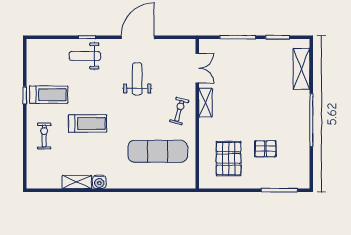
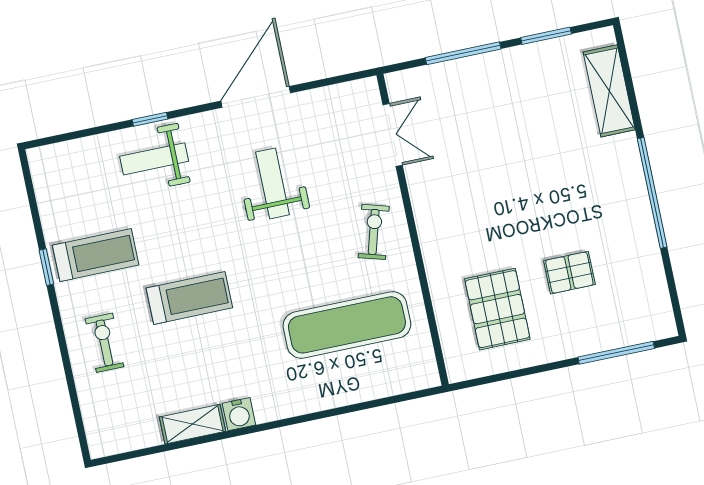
shelving: (205, 103) -> (425, 203), removed

